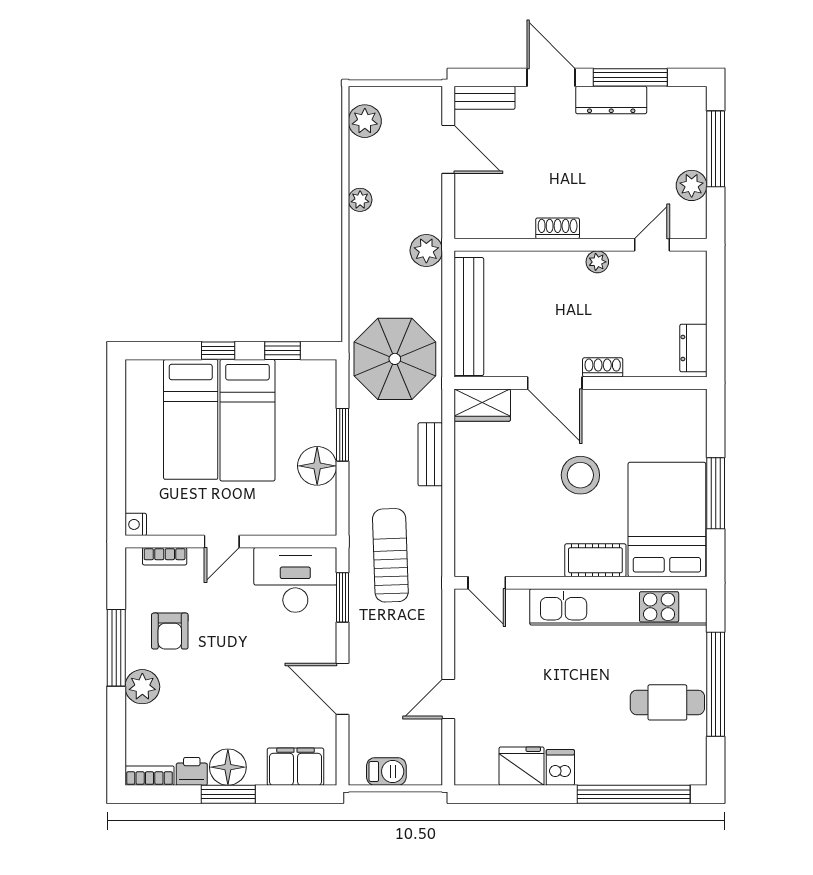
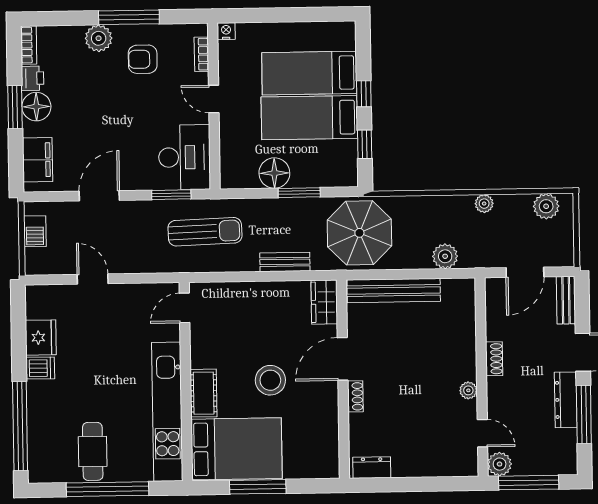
shoe rack: (558, 228) -> (494, 359), moved
wall: (580, 245) -> (482, 377), moved
door: (652, 245) -> (482, 433), moved
plant: (597, 262) -> (468, 390), moved

